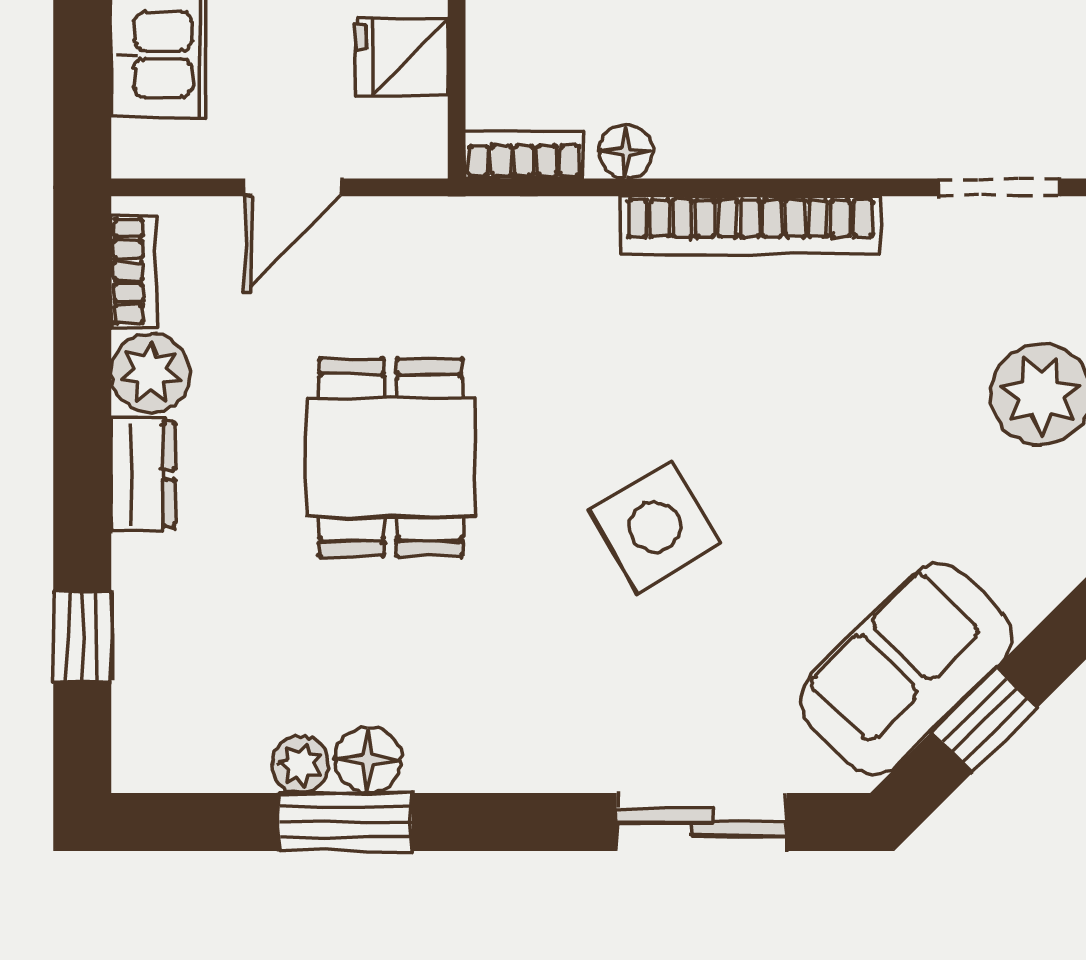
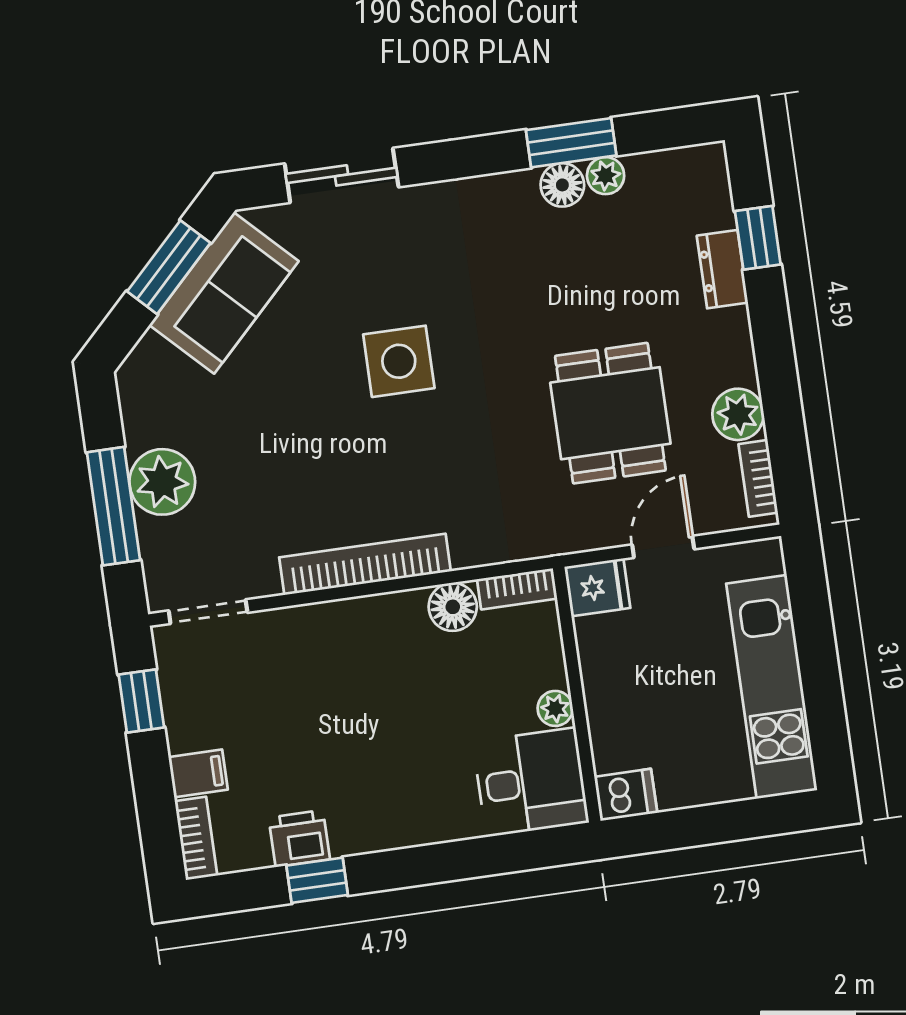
fridge: (402, 57) -> (597, 587), moved
floor lamp: (626, 152) -> (453, 607), width x1.37, depth x1.37
dining table: (391, 457) -> (610, 413), moved
dresser: (143, 474) -> (722, 269), moved
side table: (655, 527) -> (399, 361), turned 30
window: (984, 720) -> (169, 267), width x1.50

